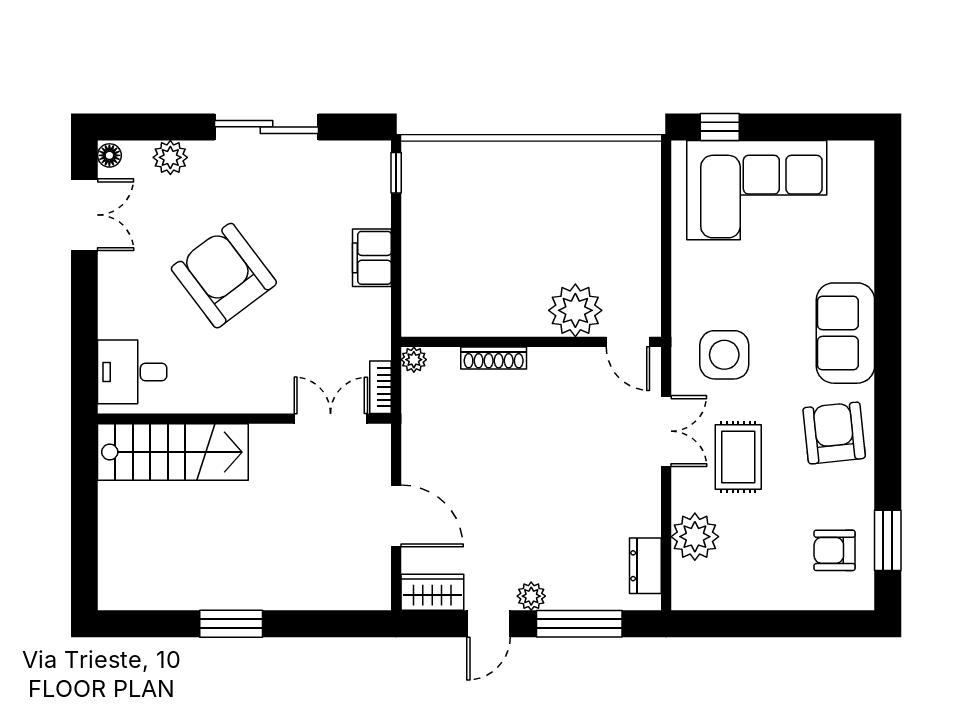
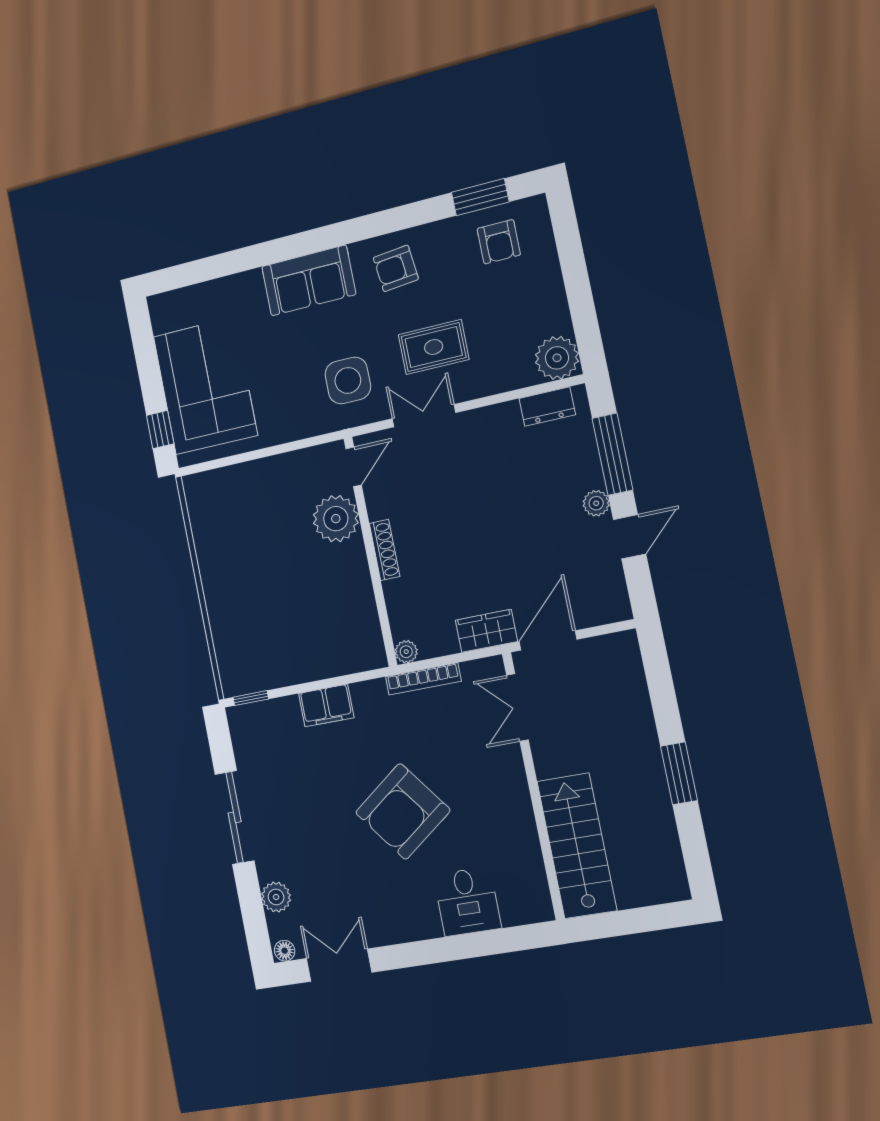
armchair: (224, 276) -> (403, 811), moved
shoe rack: (494, 358) -> (385, 550), moved
bookcase: (381, 387) -> (423, 679), width x1.56
wall: (244, 419) -> (533, 786), moved
double door: (331, 419) -> (517, 708), moved
armchair: (834, 433) -> (396, 268), width x0.72, depth x0.72
stairs: (173, 452) -> (577, 846), moved
plant: (695, 537) -> (557, 358), moved
wardrobe: (432, 592) -> (486, 631), moved, turned 90
door: (488, 624) -> (630, 537), hinge flipped

